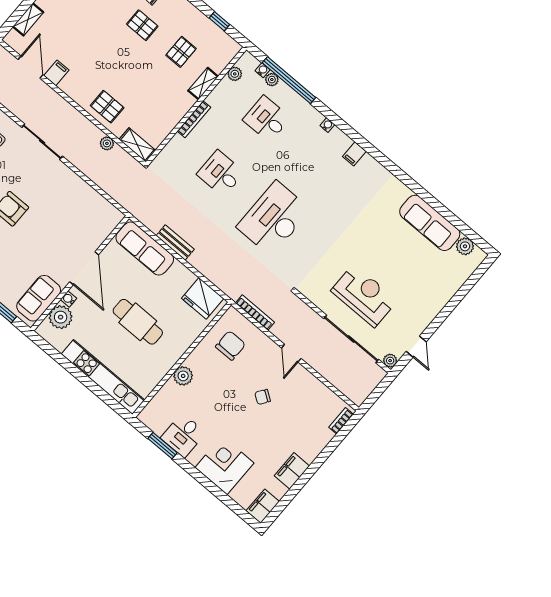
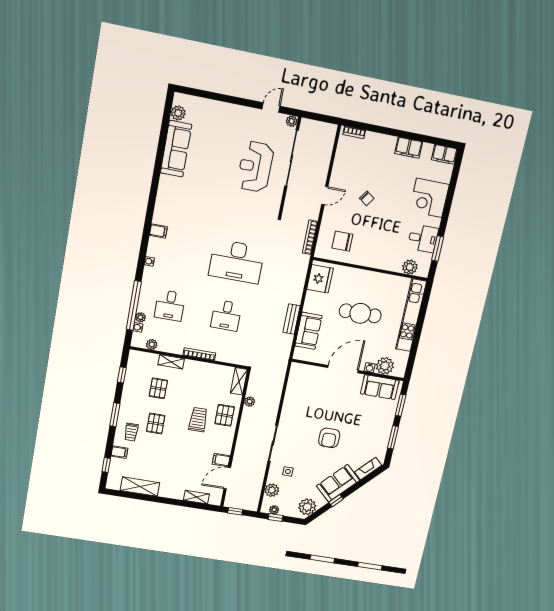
pallet: (181, 52) -> (158, 388), turned 90
trolley: (119, 75) -> (198, 420), added
sofa: (145, 249) -> (308, 331), width x0.73
cafe table: (138, 322) -> (360, 313), turned 90
plant: (183, 376) -> (410, 267), moved

